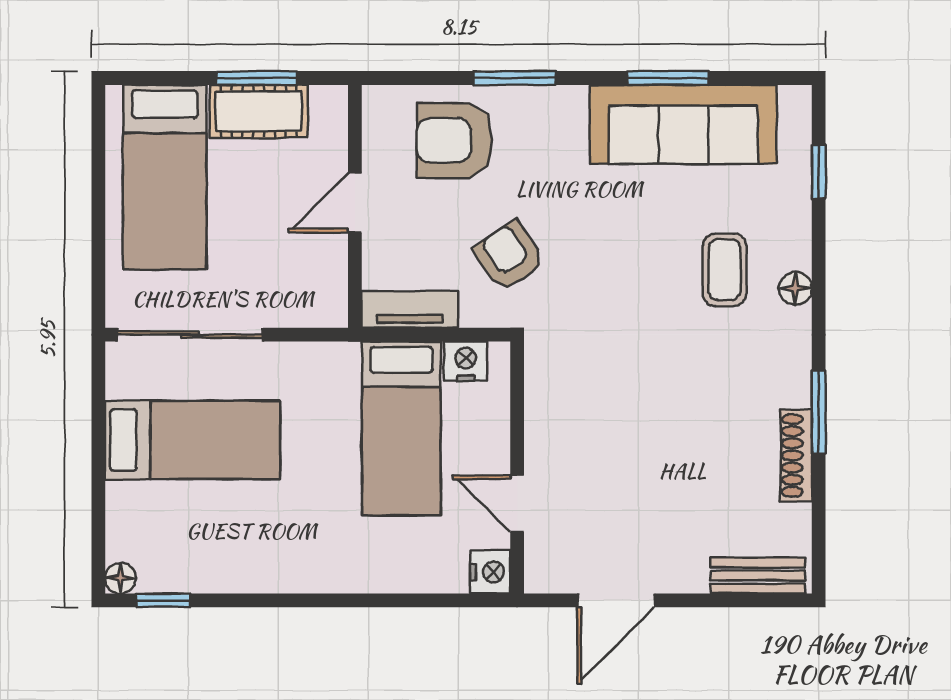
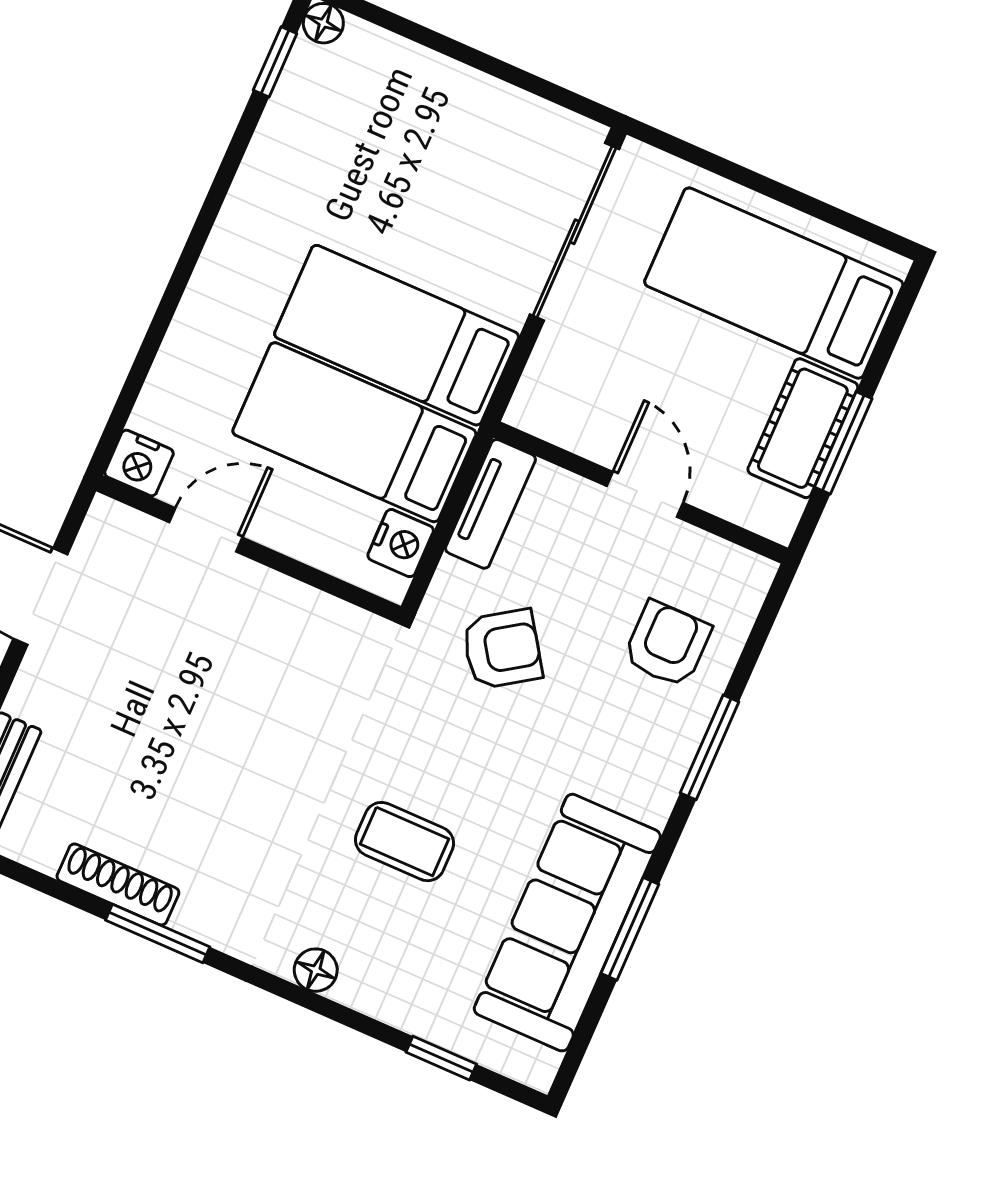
armchair: (454, 140) -> (667, 644), width x0.72, depth x0.72
coffee table: (725, 270) -> (405, 842), moved
bed: (192, 440) -> (397, 335), moved, turned 90

